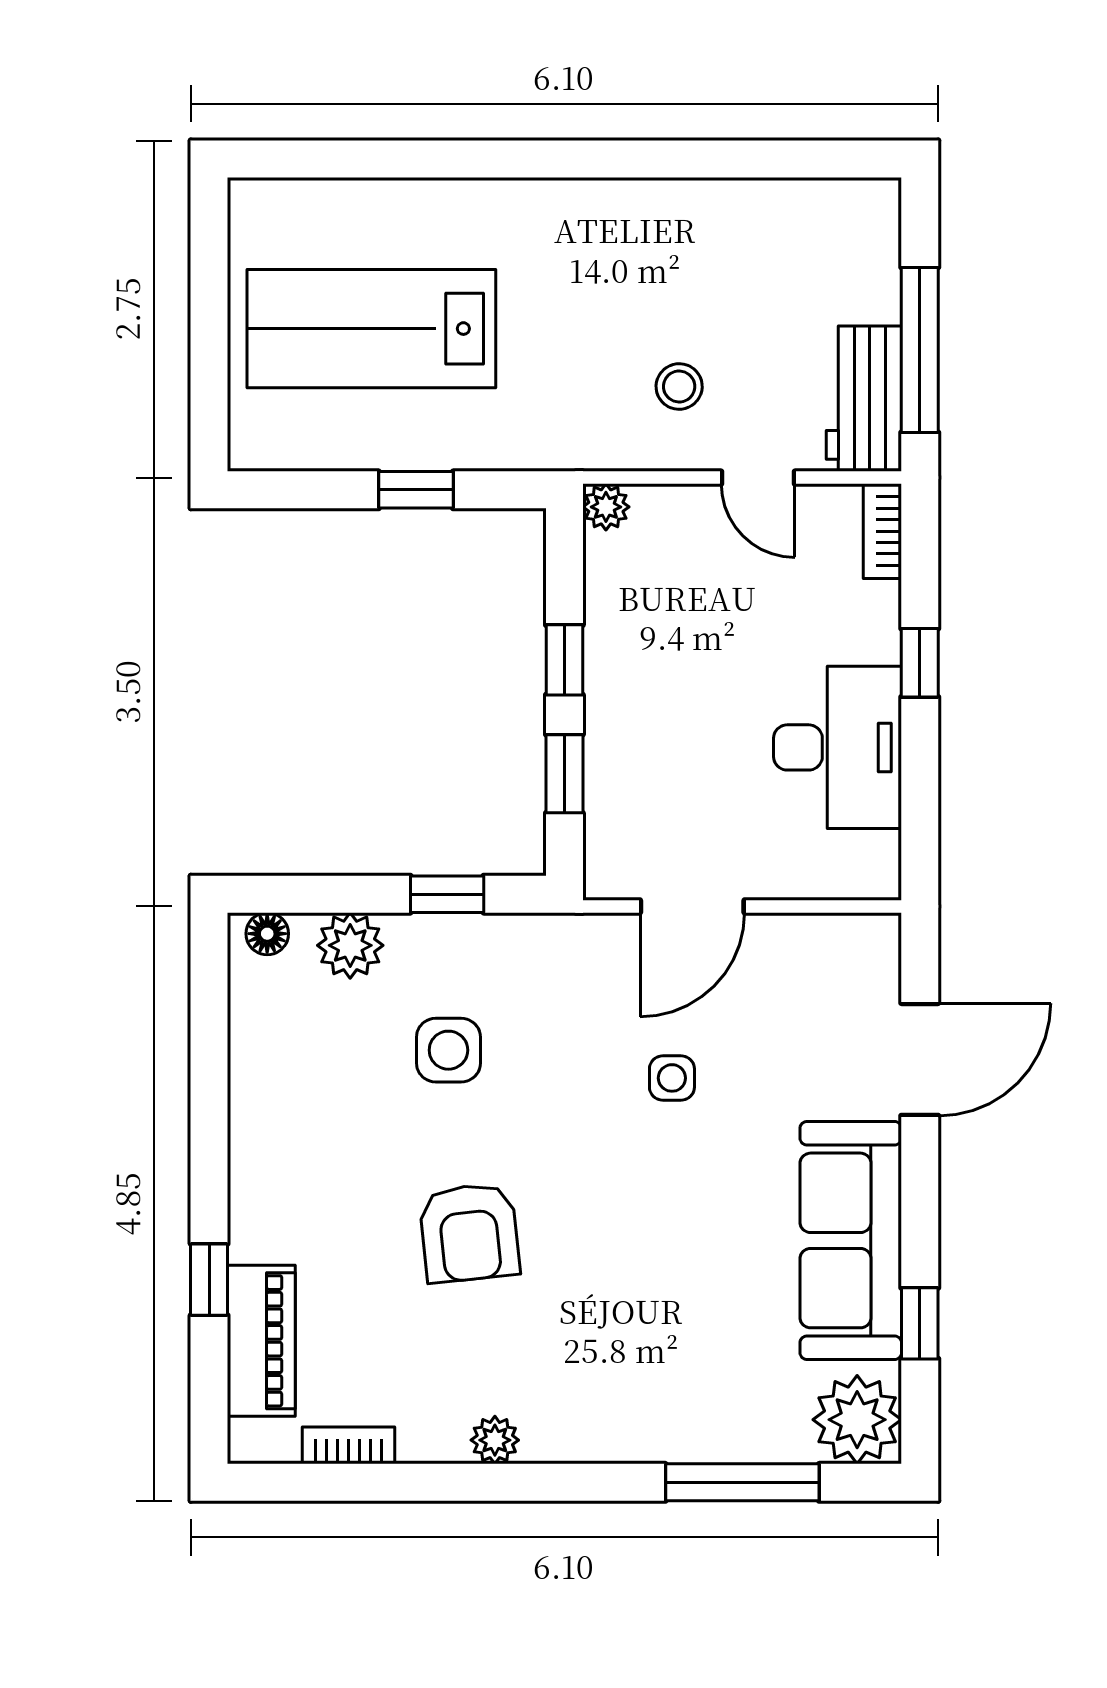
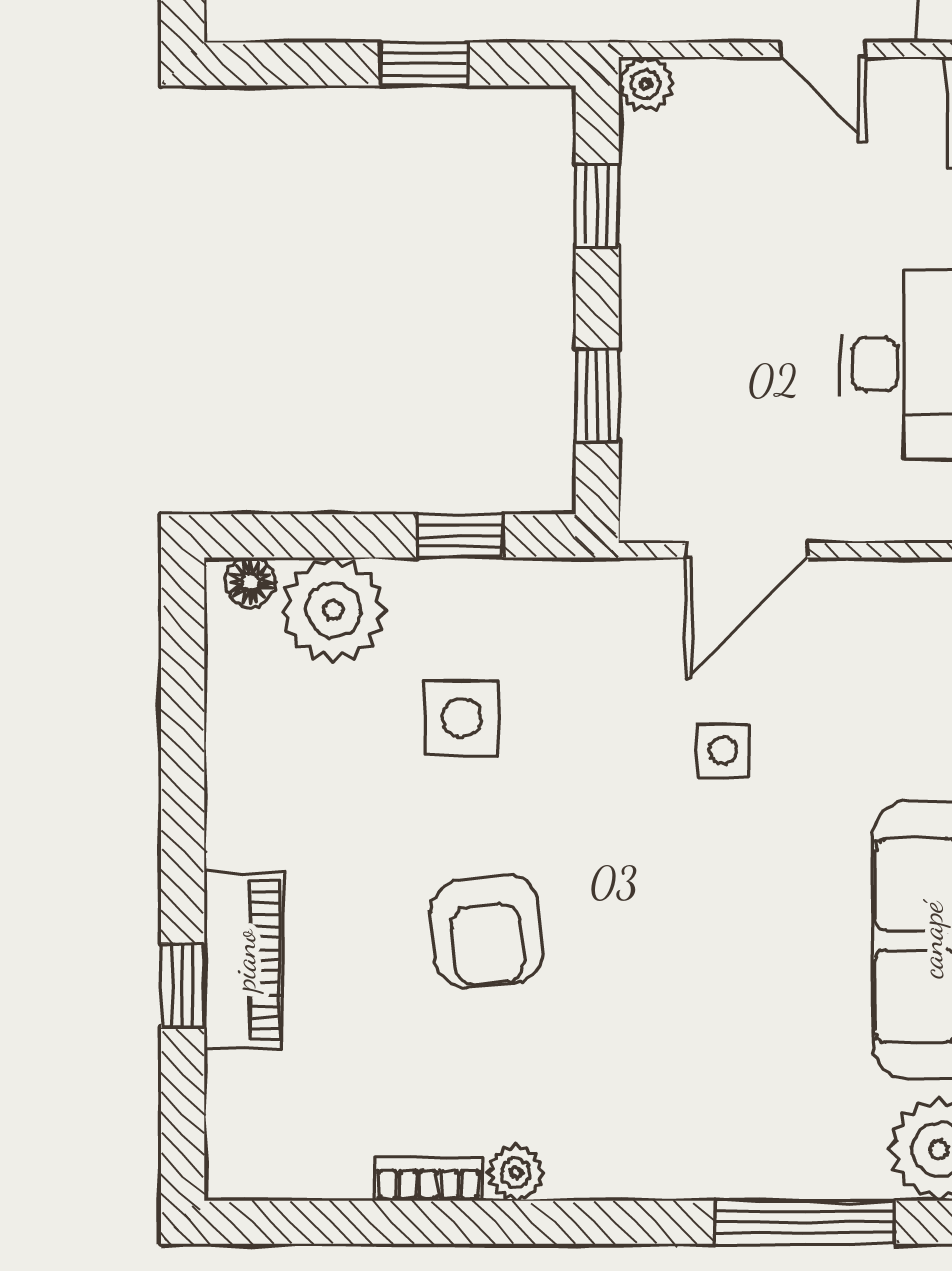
window: (564, 660) -> (597, 205), moved
plant: (350, 945) -> (333, 610), width x1.36, depth x1.36
piano: (261, 1341) -> (244, 960), moved
bookcase: (349, 1445) -> (429, 1179), moved

